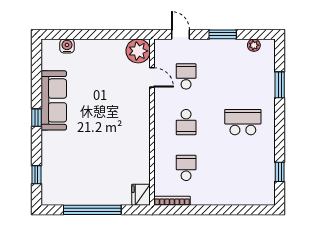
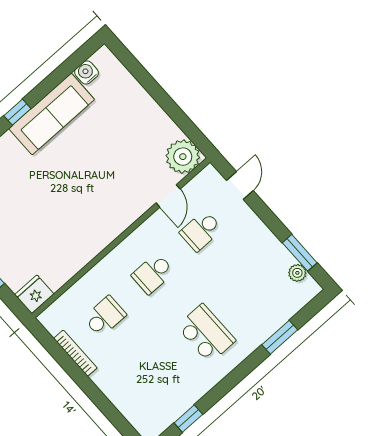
window: (223, 34) -> (300, 253), moved
water cooler: (67, 46) -> (86, 72), moved, turned -90
school desk: (186, 76) -> (201, 231), turned 180
bookcase: (172, 201) -> (75, 353), moved

